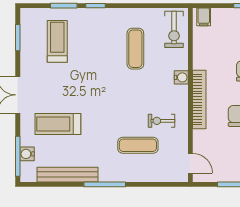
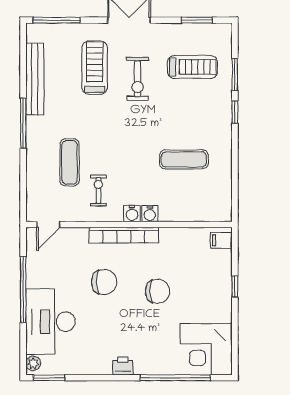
exercise bike: (174, 29) -> (138, 79), moved, turned -90
water cooler: (27, 154) -> (132, 213), moved, turned 180

